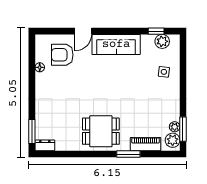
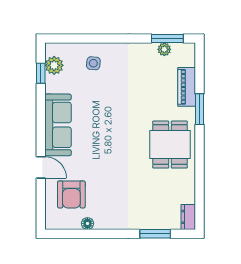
window: (32, 132) -> (155, 234), moved
plant: (173, 140) -> (182, 52), removed

